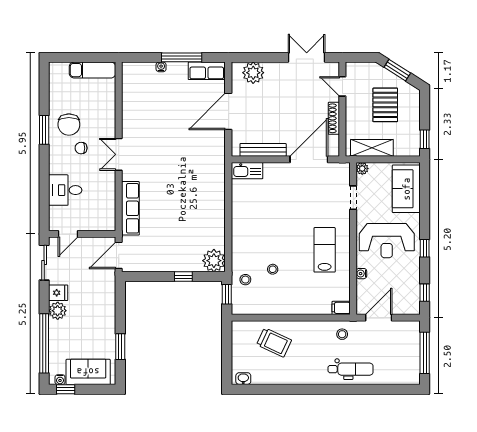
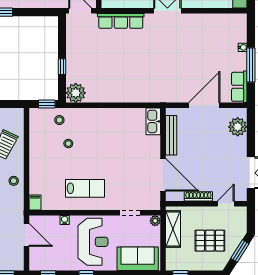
door: (228, 111) -> (204, 105), hinge flipped
reception desk: (387, 241) -> (93, 242), turned 180
stool: (342, 334) -> (14, 181), moved

